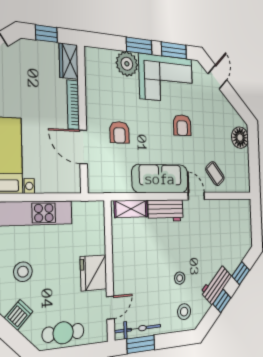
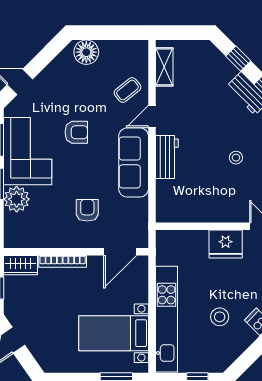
armchair: (119, 132) -> (87, 210), turned -90
door: (83, 147) -> (120, 252), moved
shelving: (131, 209) -> (164, 67), moved
stool: (180, 278) -> (236, 158), moved

